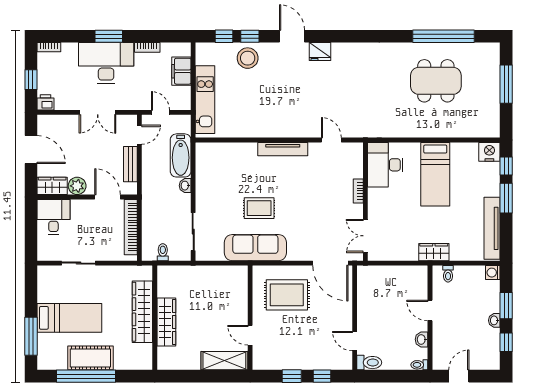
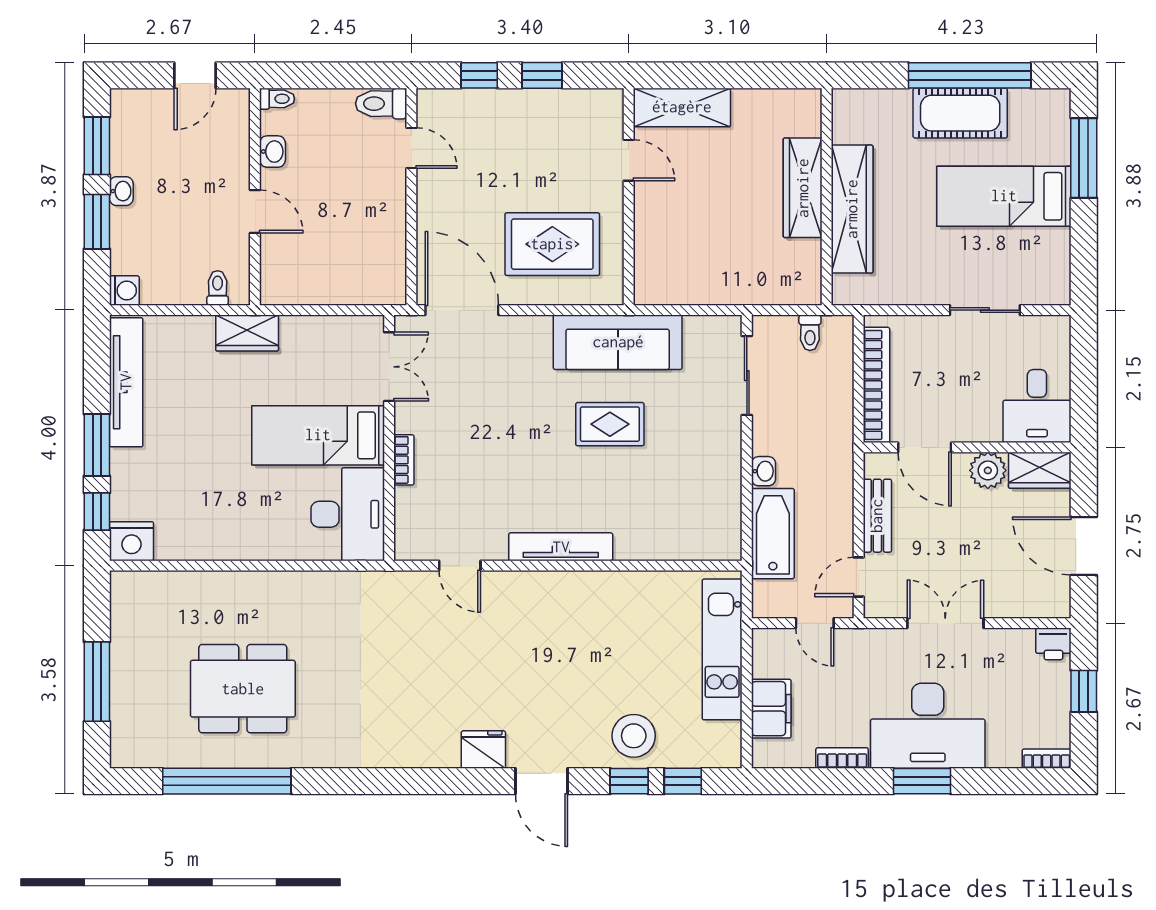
bed: (435, 174) -> (318, 435), moved, turned -90
window: (506, 342) -> (97, 146), width x1.50

